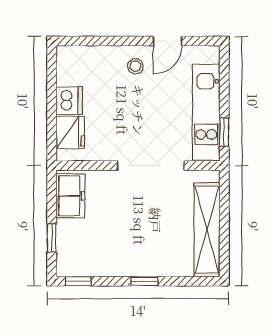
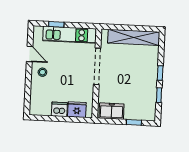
window: (224, 132) -> (56, 24), moved
window: (78, 281) -> (159, 95), moved

